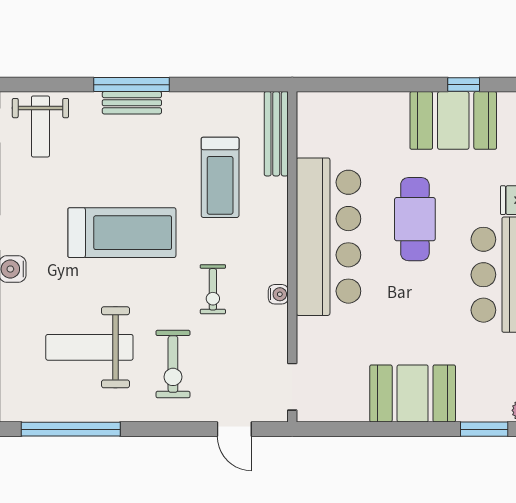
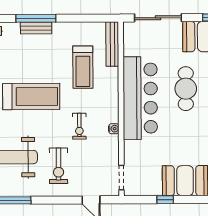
sliding door: (363, 85) -> (158, 18), added
window: (375, 429) -> (165, 200), added

